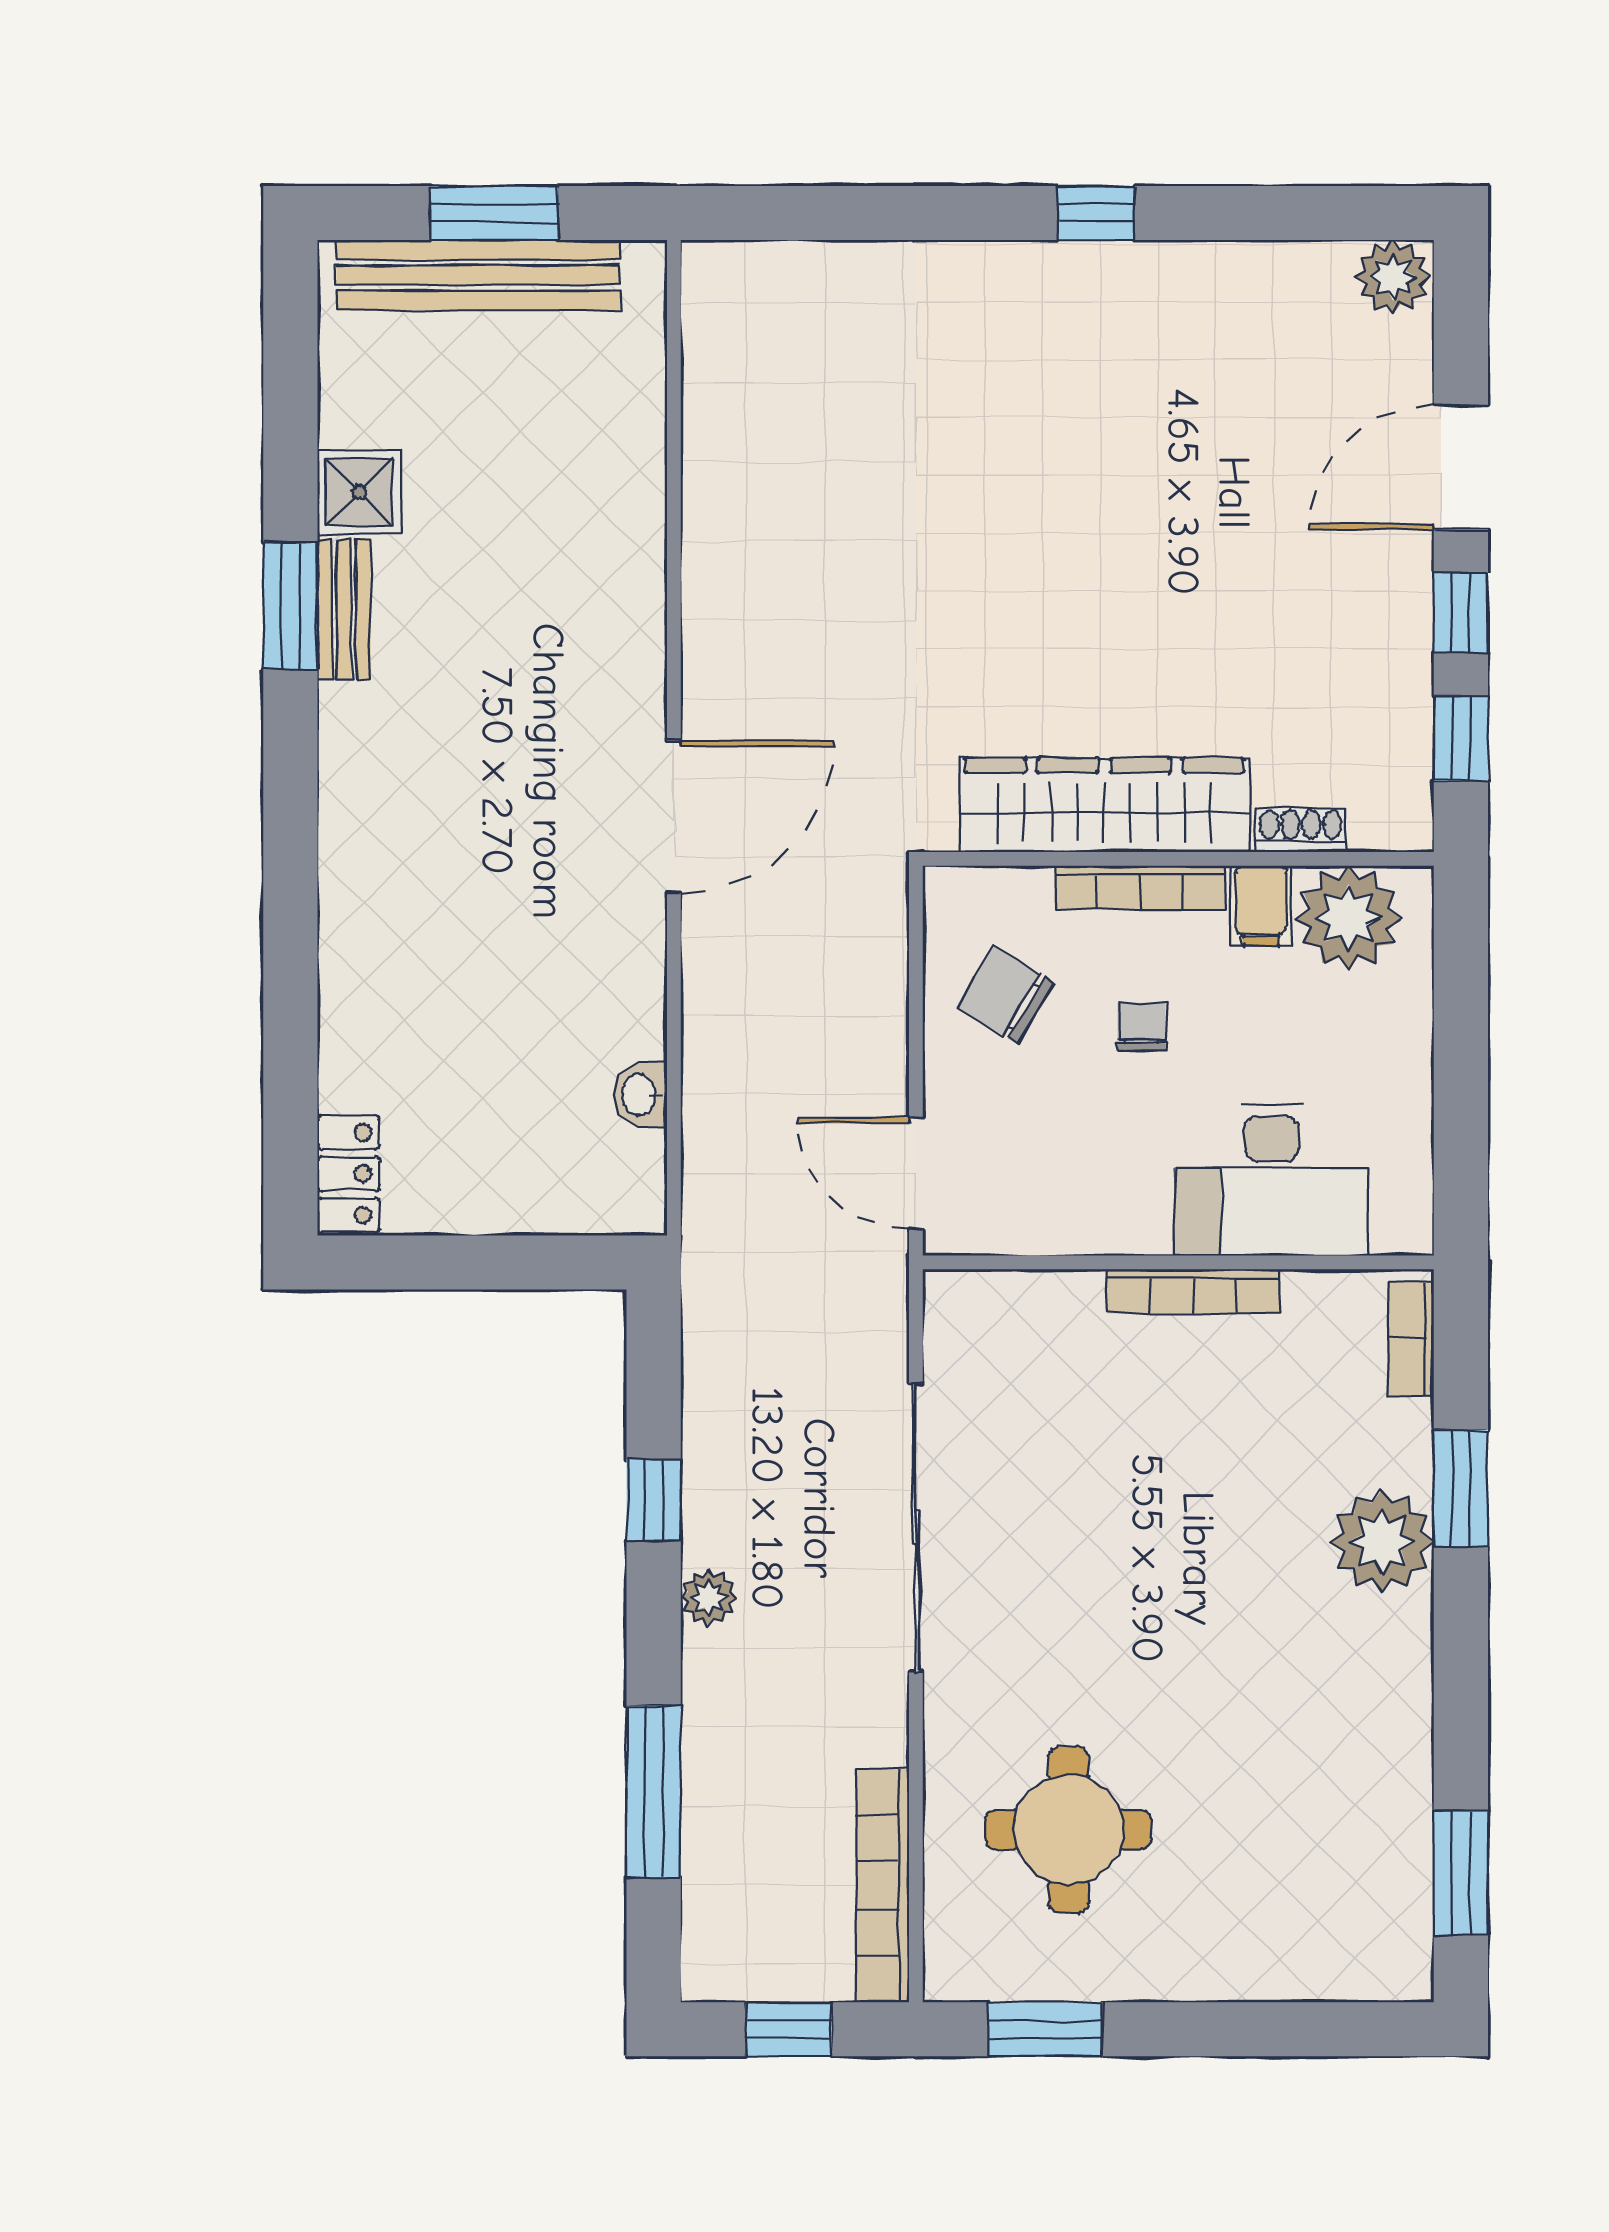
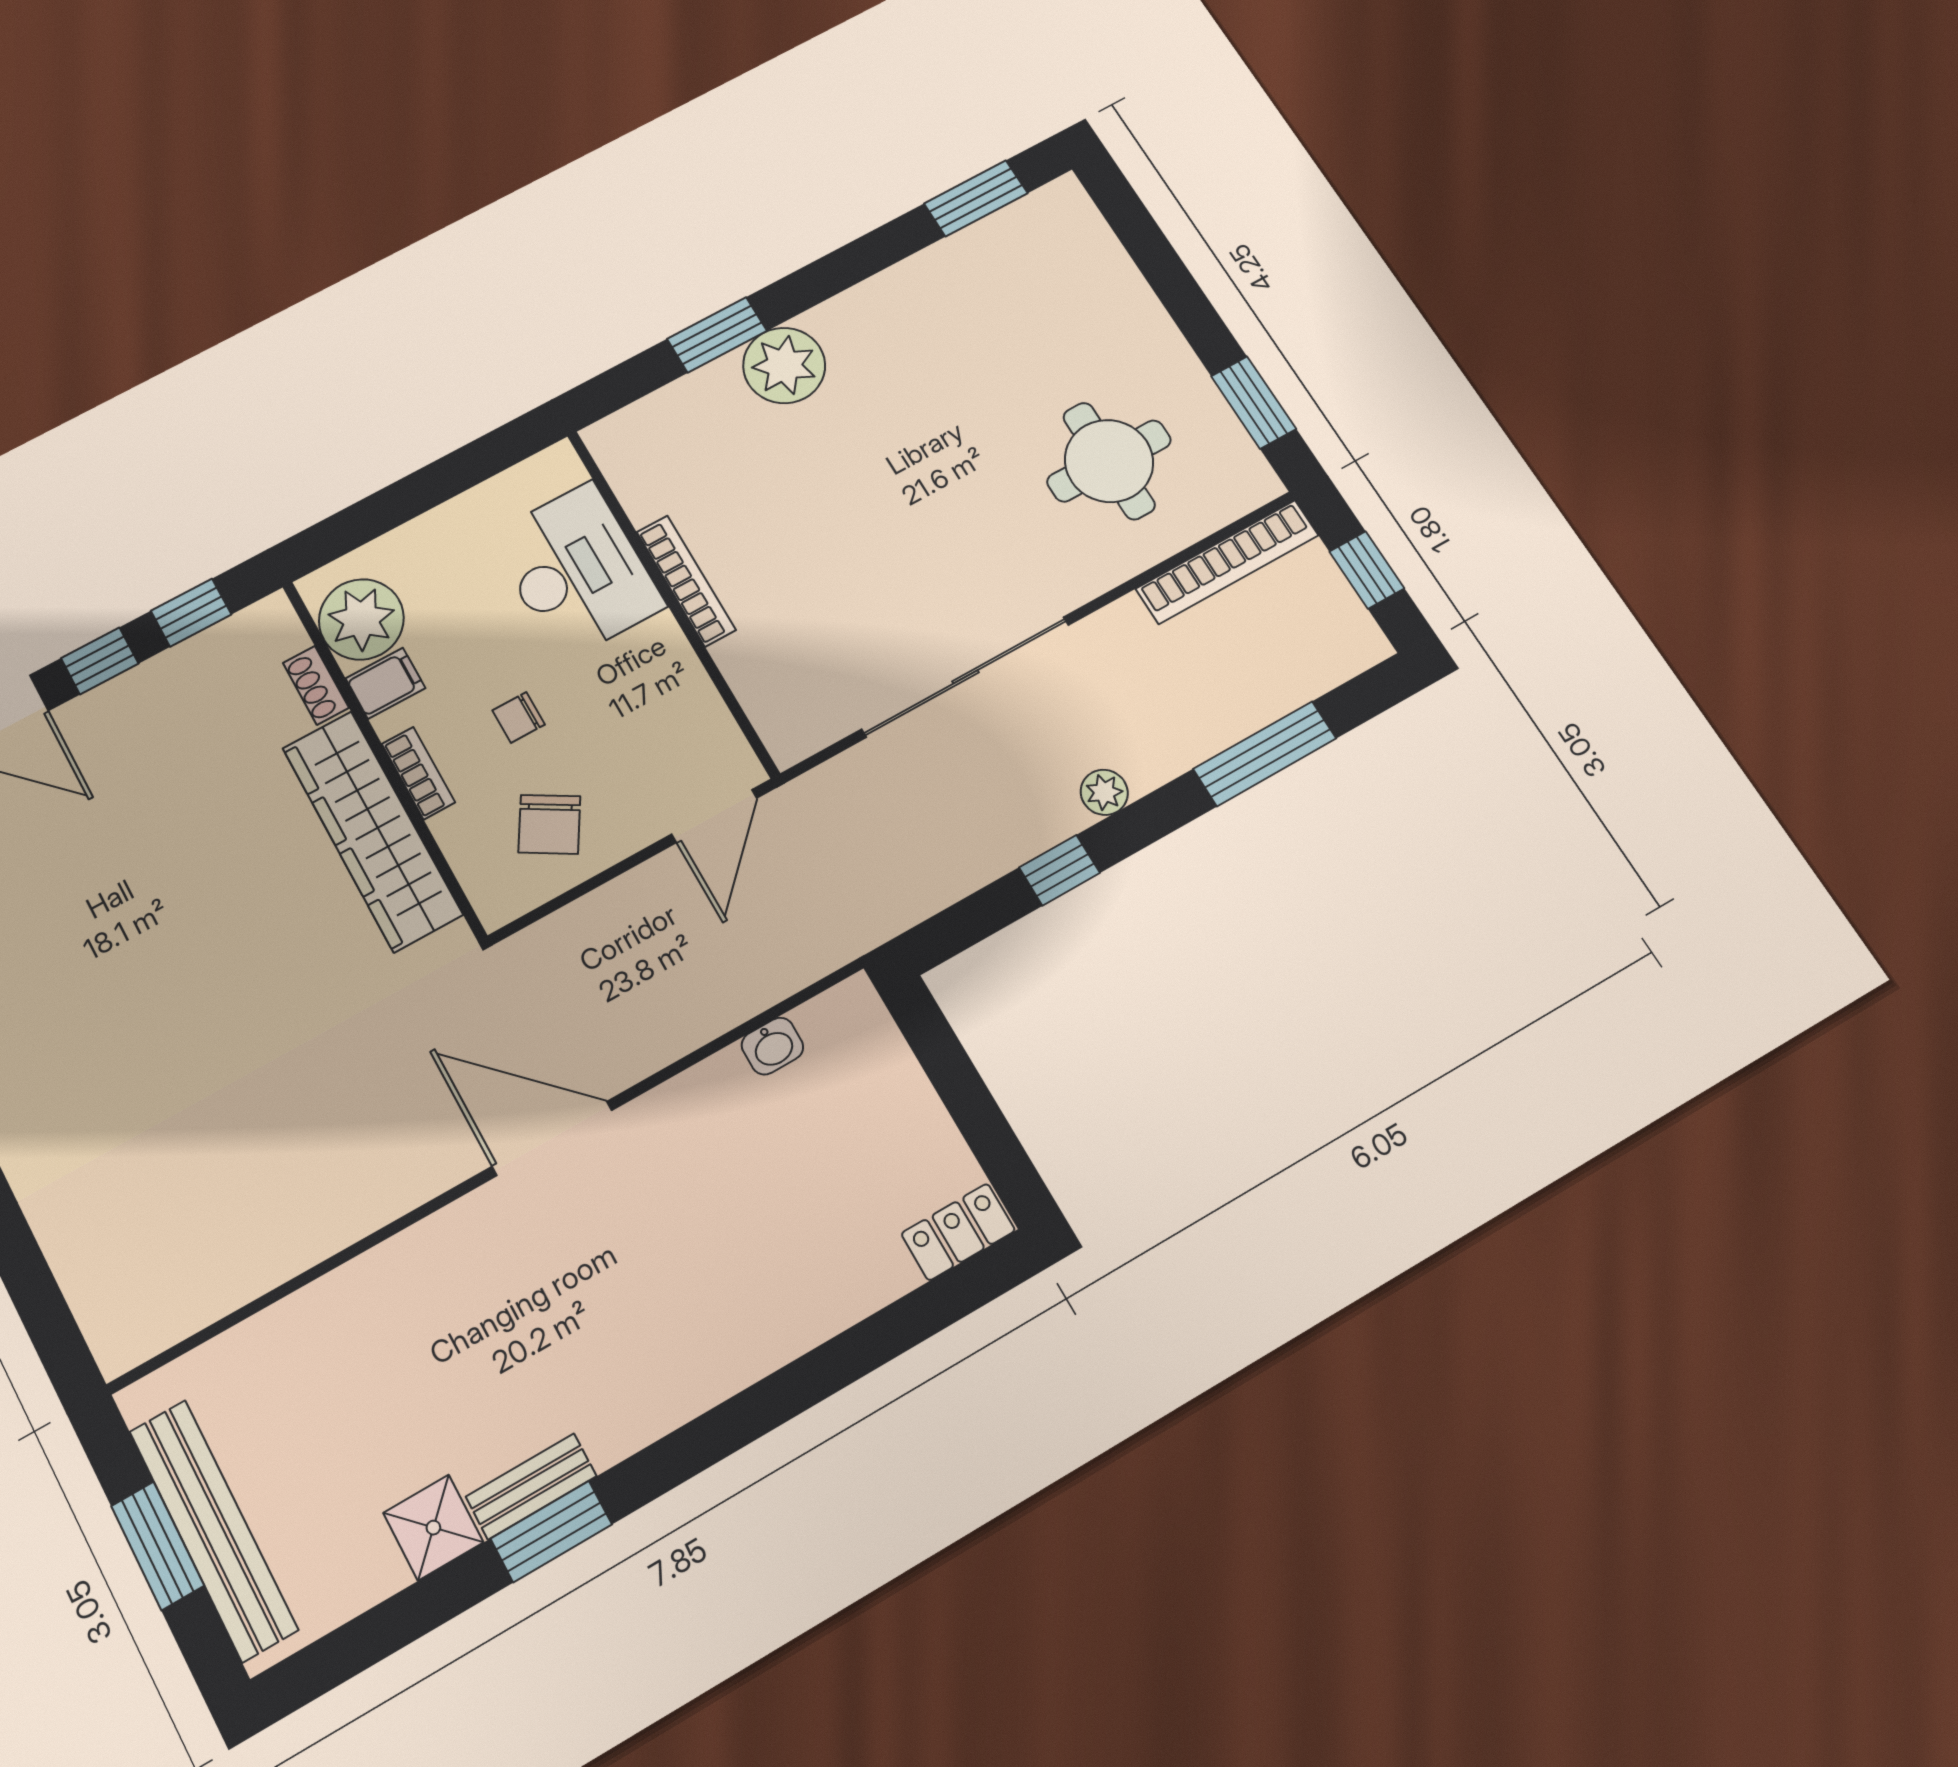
bookcase: (1140, 887) -> (418, 773), width x0.64
bookcase: (1411, 1340) -> (634, 421), removed

